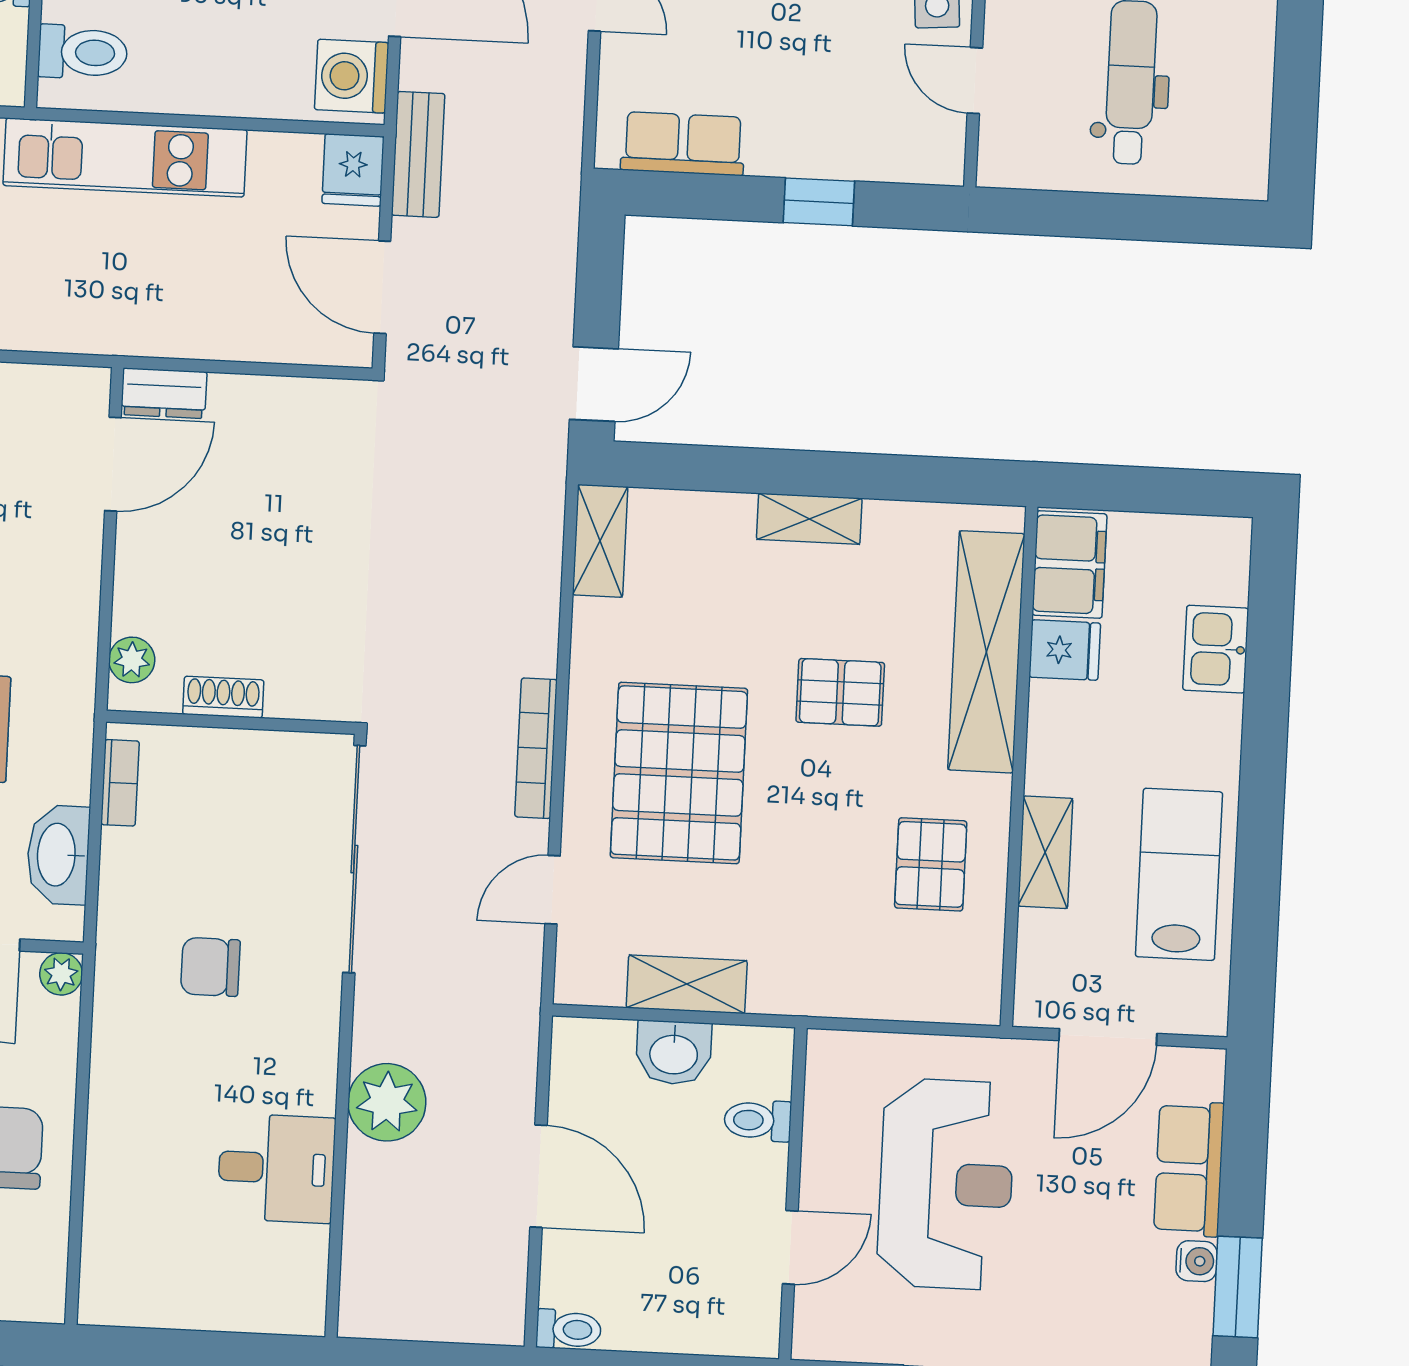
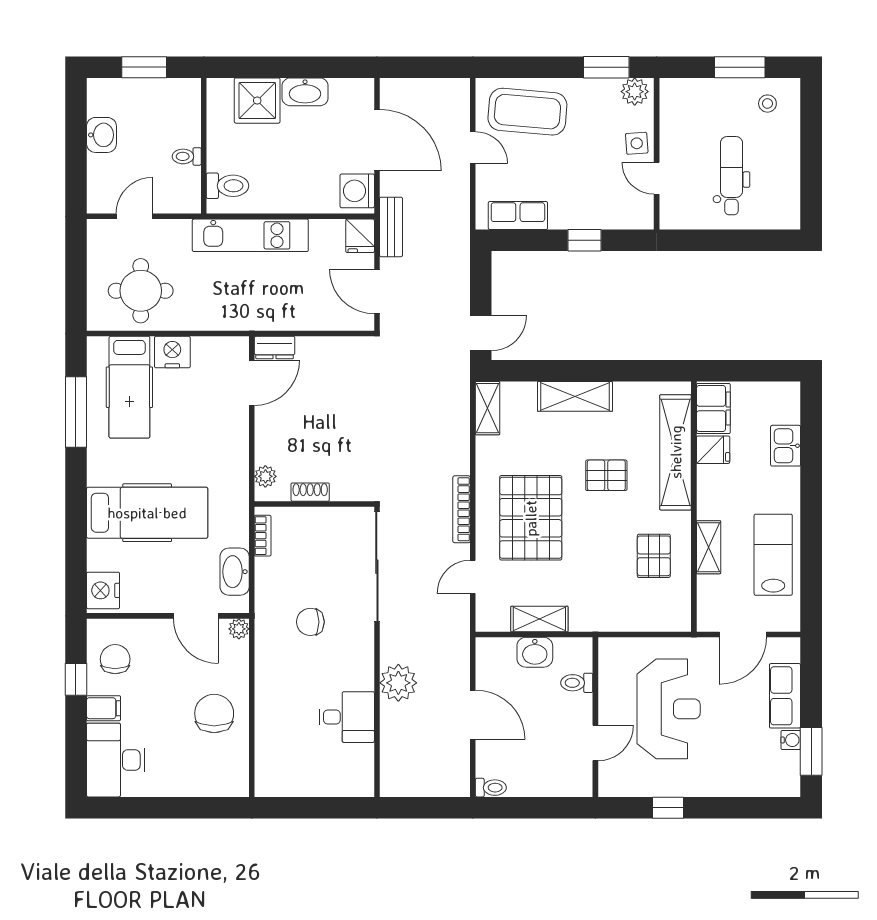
shelving: (809, 519) -> (575, 396), width x1.50, depth x1.33

